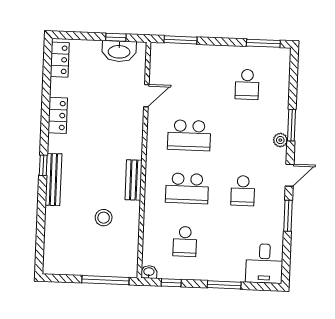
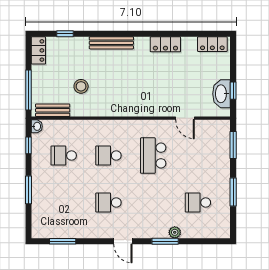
window: (263, 43) -> (233, 192), moved
plant: (280, 140) -> (175, 232), moved
window: (43, 165) -> (65, 34), moved
bench: (134, 180) -> (53, 110), moved
school desk: (187, 188) -> (108, 156), width x0.54
window: (288, 216) -> (63, 241), moved
desk: (264, 263) -> (48, 223), removed
locker: (59, 266) -> (38, 50), added

